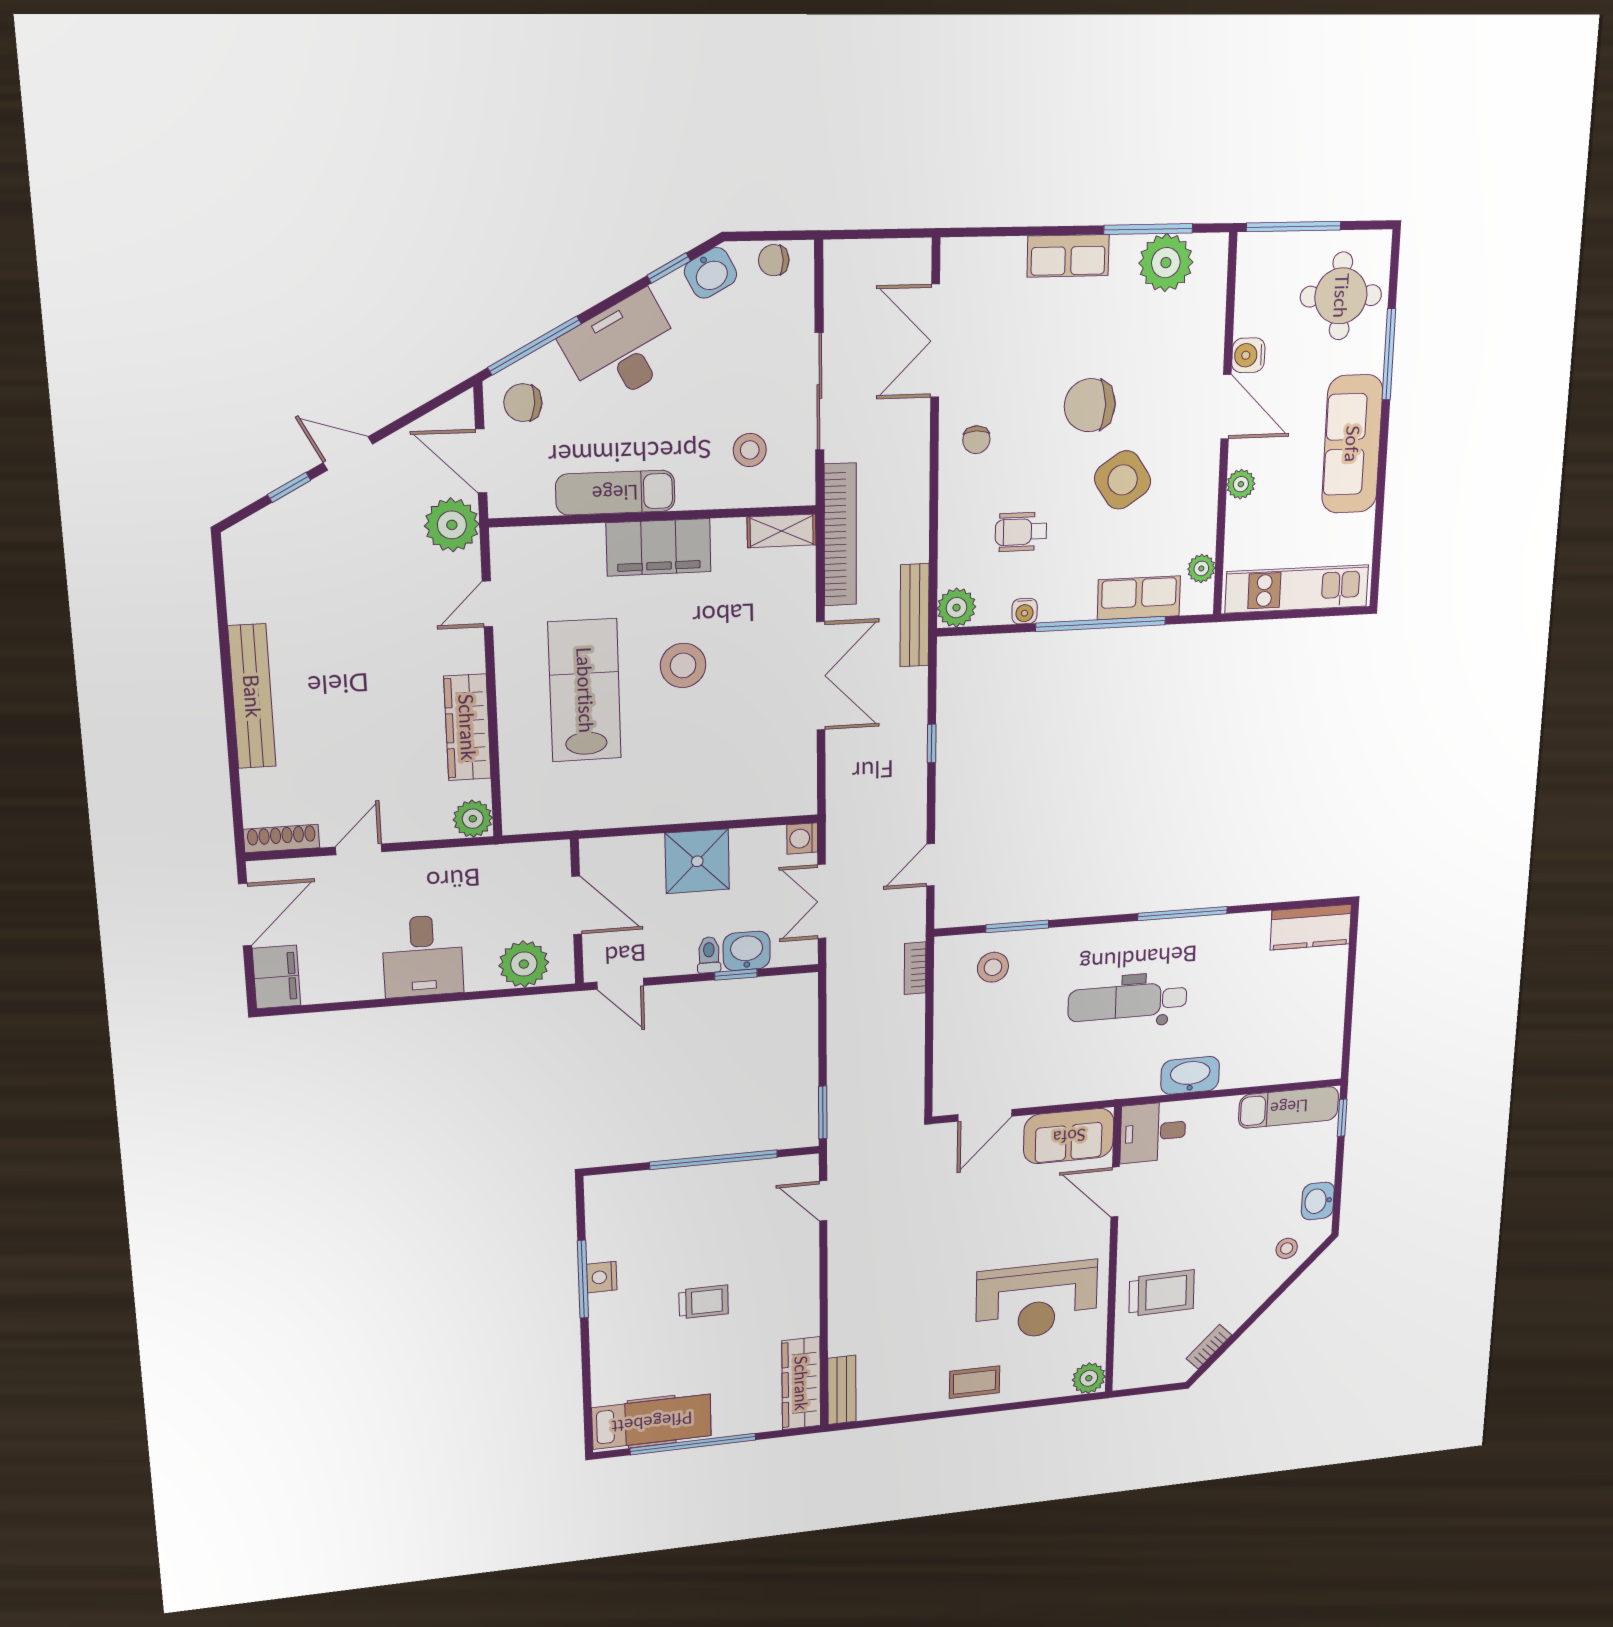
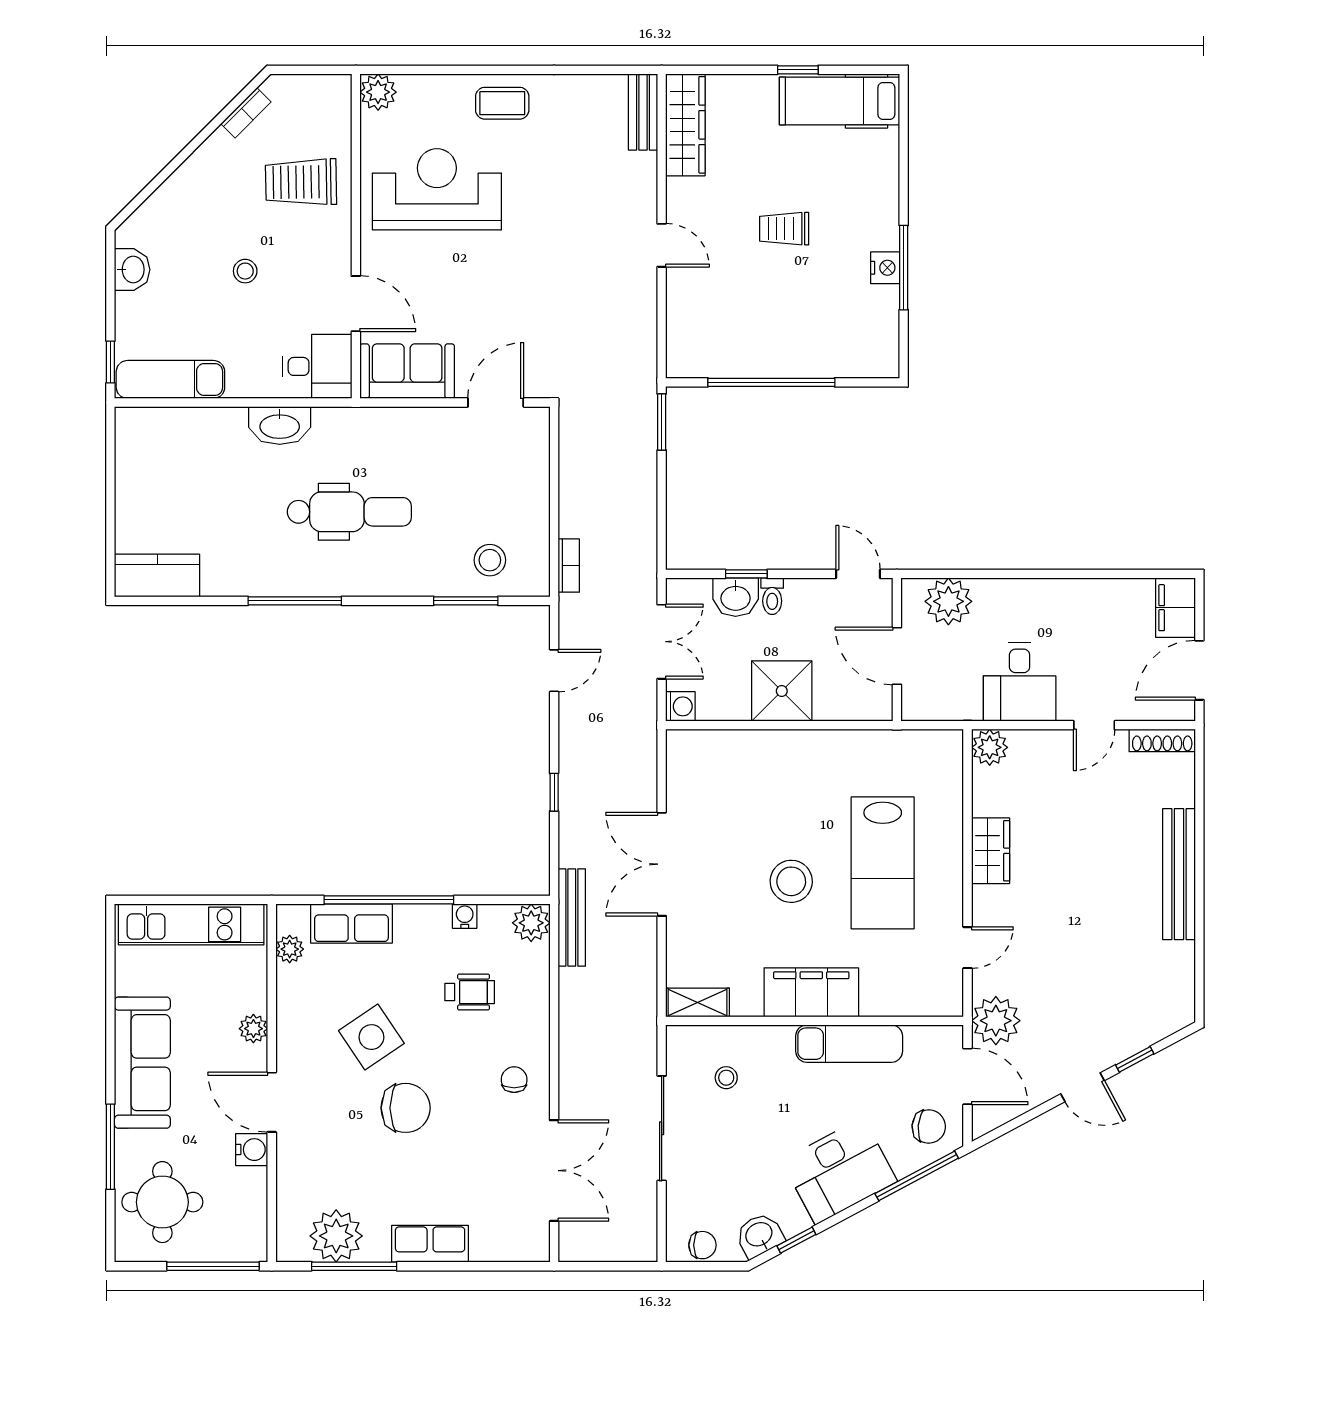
stool: (750, 450) -> (726, 1078), width x0.73, depth x0.73
bookcase: (840, 535) -> (643, 997), removed
wardrobe: (467, 727) -> (991, 851), width x0.67
desk: (423, 956) -> (1020, 682), moved, turned 180
door: (823, 1201) -> (662, 245), moved
stool: (1287, 1248) -> (245, 271), moved
window: (693, 1444) -> (798, 70), width x0.32

